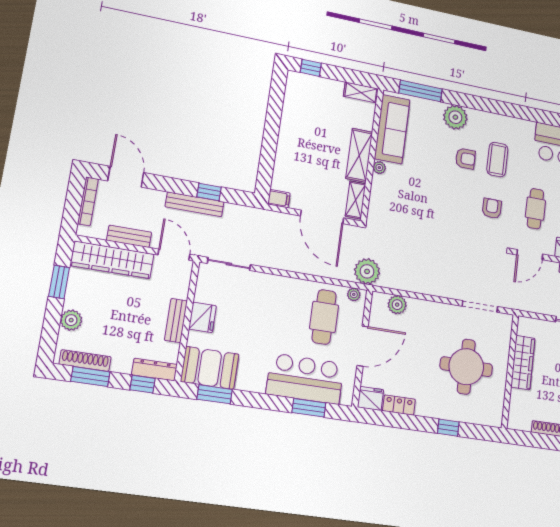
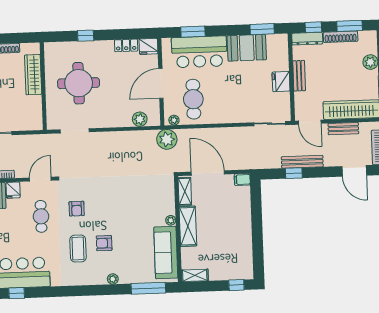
plant: (455, 117) -> (113, 279), width x0.53, depth x0.53
shoe rack: (85, 361) -> (341, 37), moved
wardrobe: (523, 363) -> (33, 75), moved
booth: (210, 368) -> (247, 48), moved

